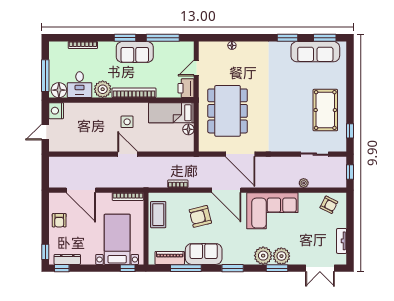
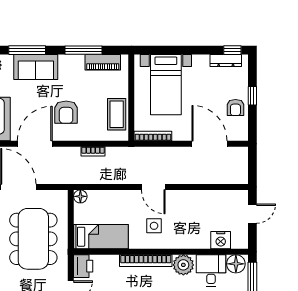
nightstand: (56, 111) -> (221, 240), moved, turned 90
floor lamp: (188, 129) -> (80, 196), moved
door: (226, 190) -> (35, 144), hinge flipped
armchair: (200, 216) -> (66, 112), turned 104
armchair: (59, 220) -> (235, 108), turned 180
window: (45, 252) -> (252, 96), moved
sofa: (204, 254) -> (36, 67), moved
window: (128, 268) -> (153, 50), removed
window: (233, 268) -> (27, 50), width x1.44

